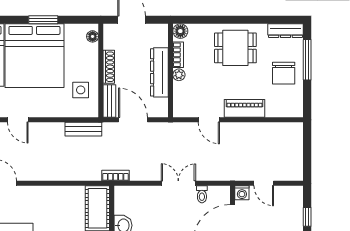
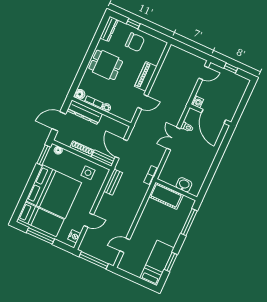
window: (43, 20) -> (43, 155), moved
dining table: (235, 48) -> (106, 65), turned 90
window: (307, 60) -> (133, 24), width x0.46
dresser: (159, 72) -> (85, 112), moved
door: (133, 120) -> (121, 149), hinge flipped
door: (264, 183) -> (203, 73), moved

